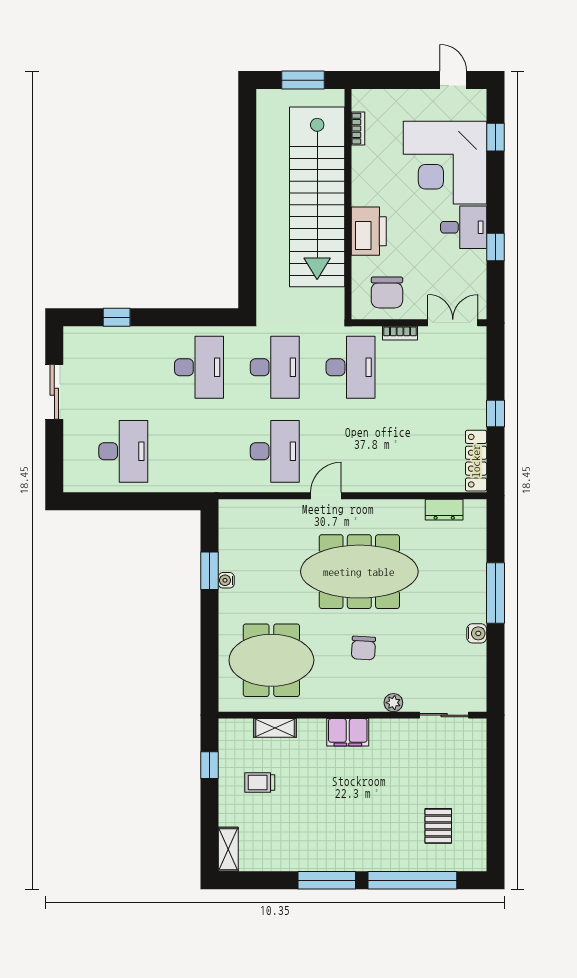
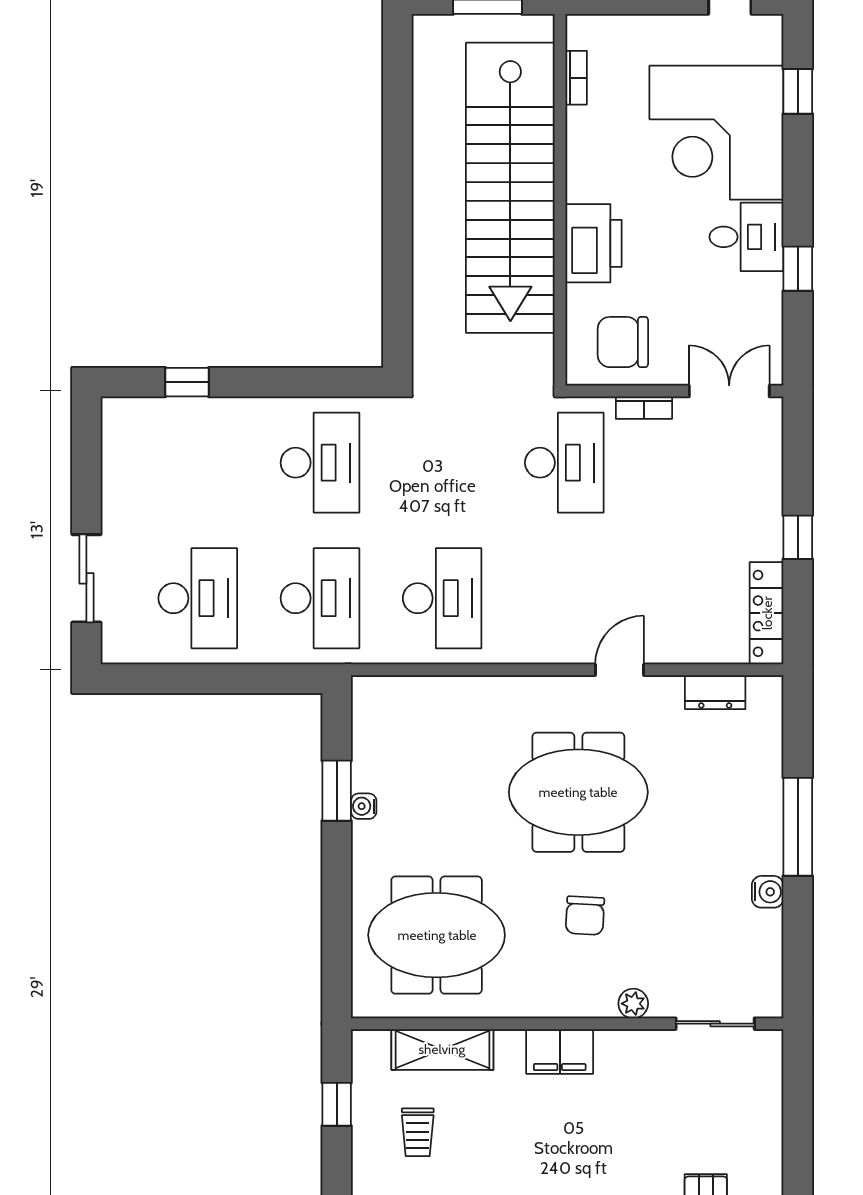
chair: (387, 292) -> (623, 342), turned 90
desk: (275, 367) -> (320, 598), moved
sliding door: (54, 392) -> (86, 578), moved
door: (326, 496) -> (620, 670), moved
meeting table: (359, 572) -> (578, 792), width x0.73
shelving: (275, 728) -> (442, 1049), width x1.50, depth x1.33
trolley: (260, 783) -> (418, 1132), turned -90

